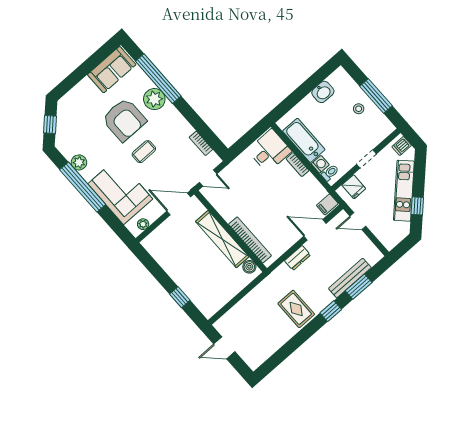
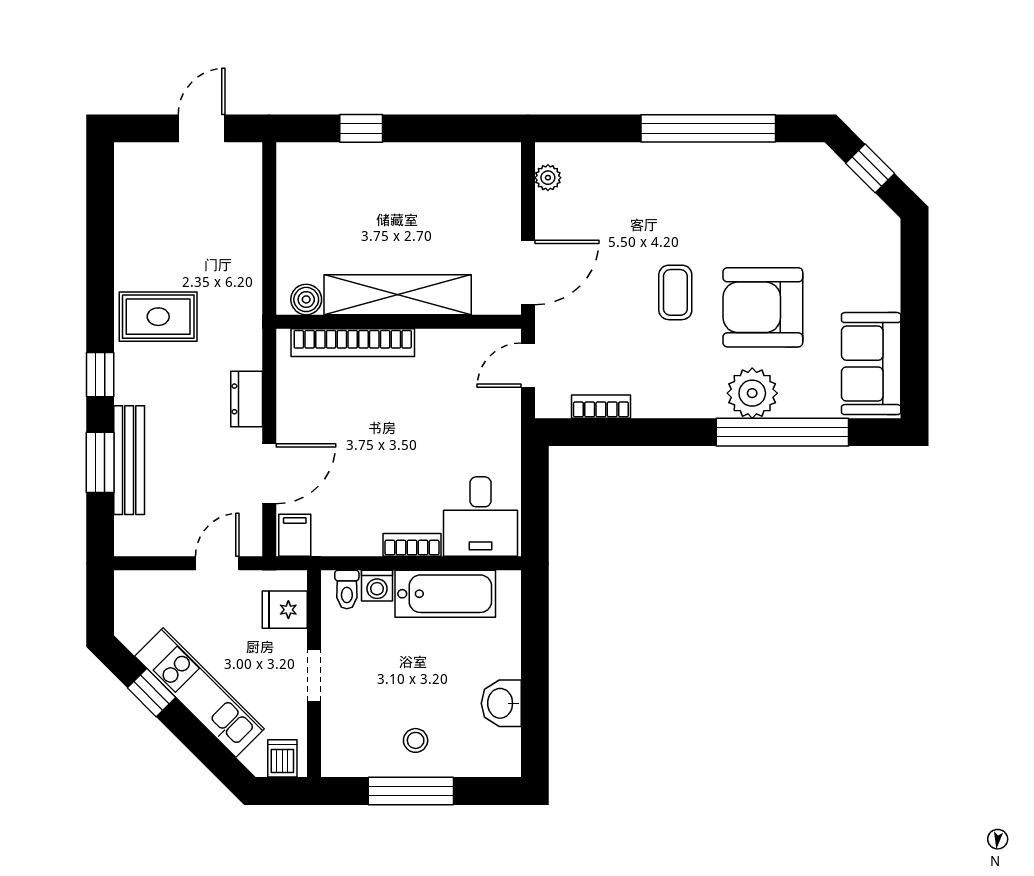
plant: (79, 162) -> (758, 160), removed
corner sofa: (120, 191) -> (642, 188), removed

